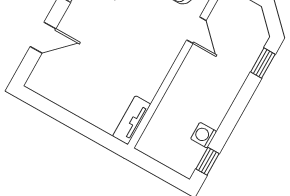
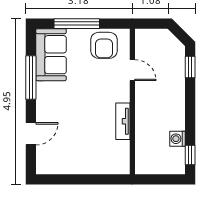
tv unit: (132, 120) -> (123, 121), moved

